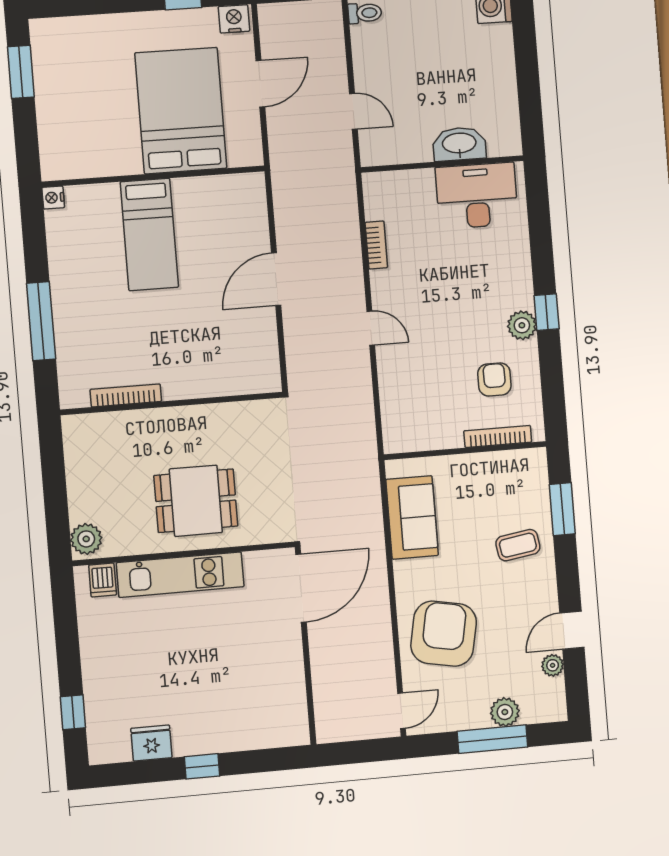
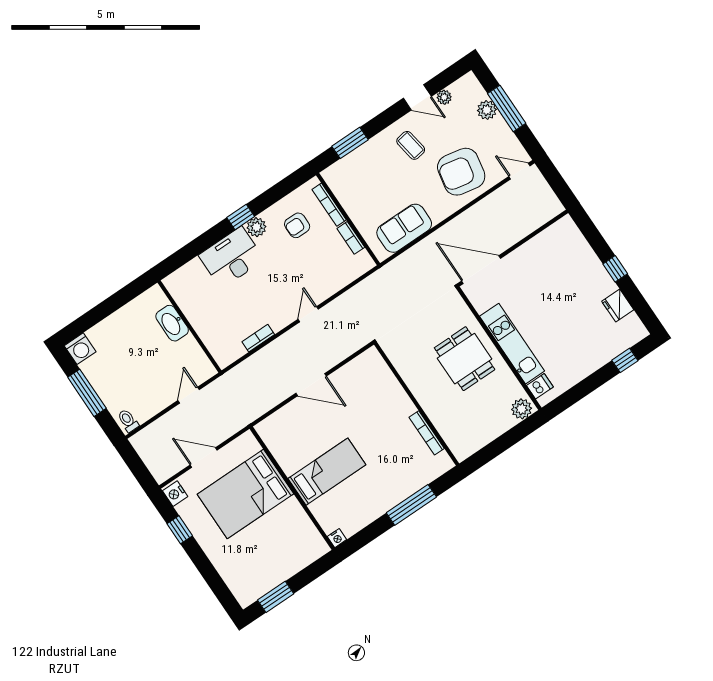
desk: (477, 196) -> (231, 257), moved, turned 90
bookcase: (439, 440) -> (351, 238), added
coffee table: (518, 545) -> (411, 145), moved

